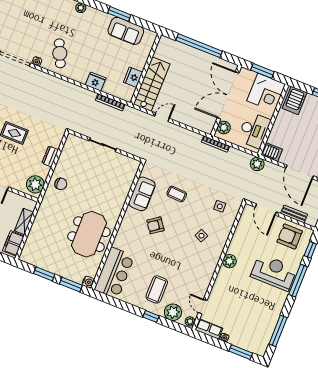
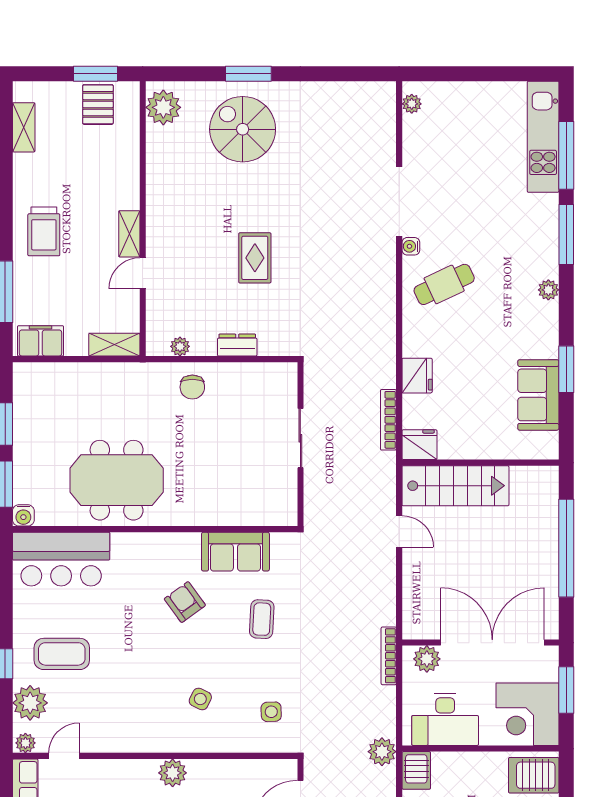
fridge: (133, 77) -> (419, 445), moved
plant: (35, 184) -> (180, 346), width x0.53, depth x0.53
shelving: (24, 222) -> (114, 345), moved

